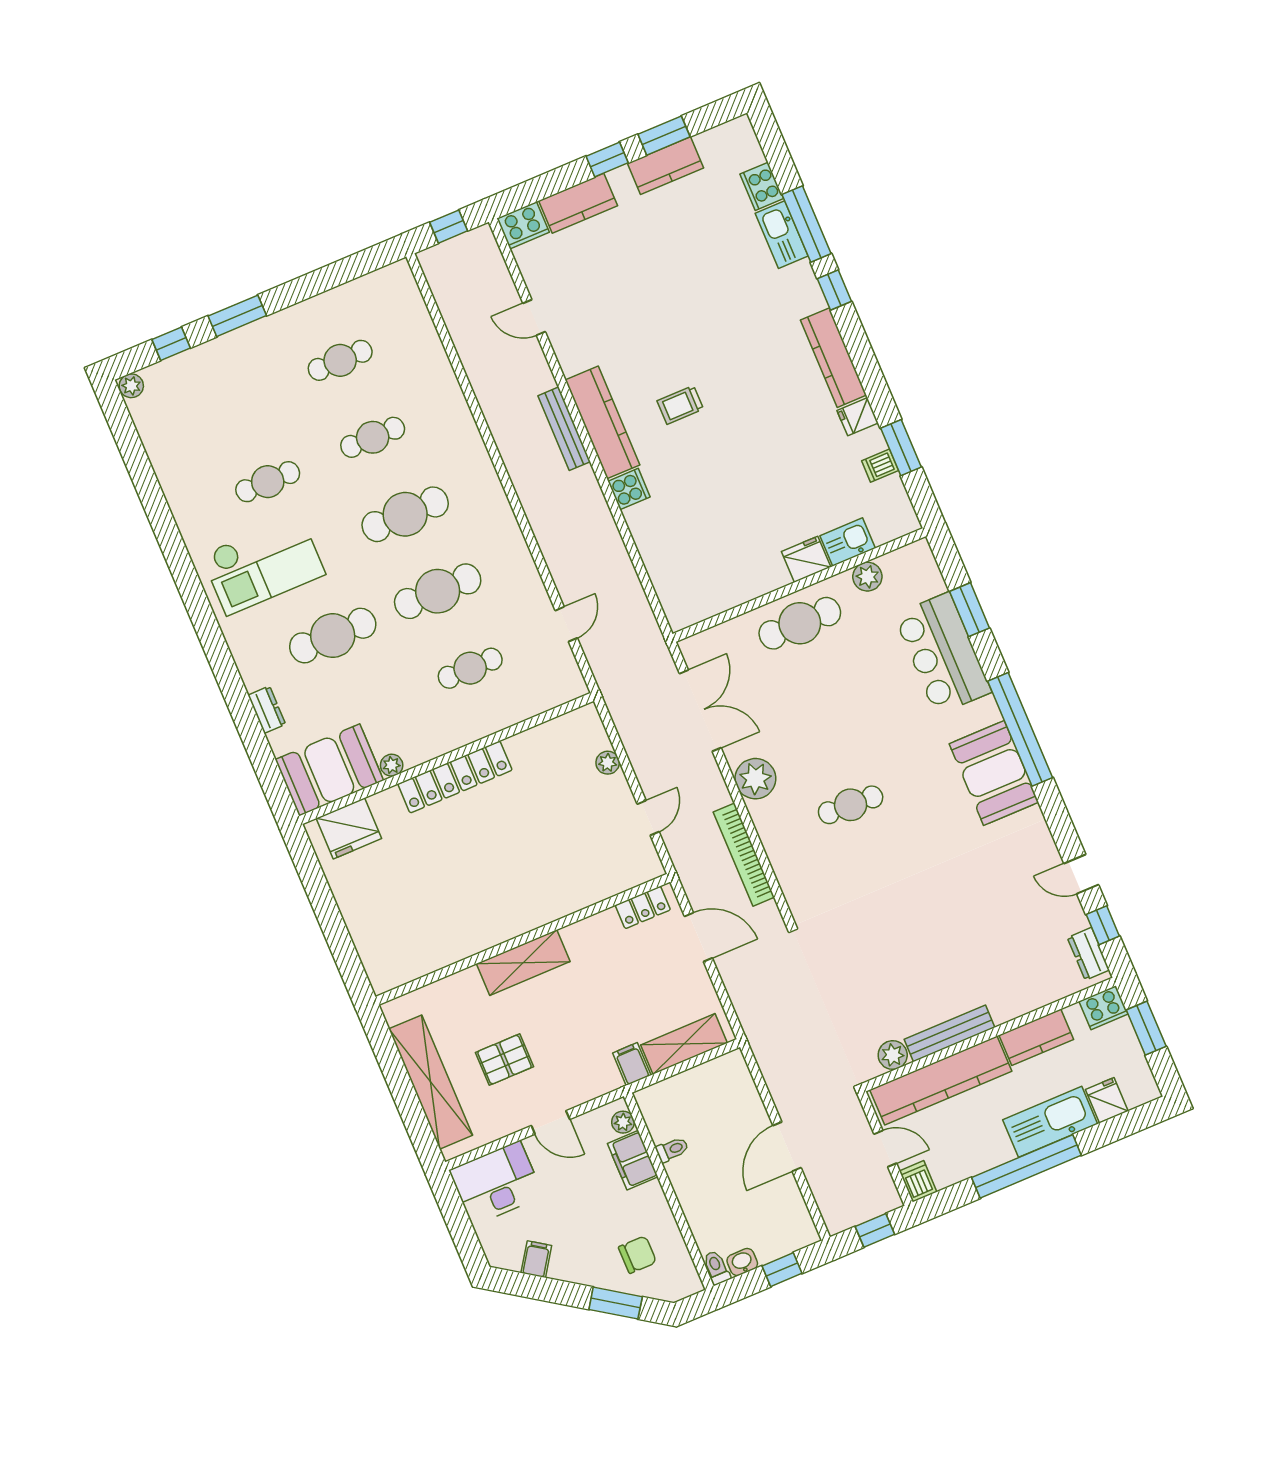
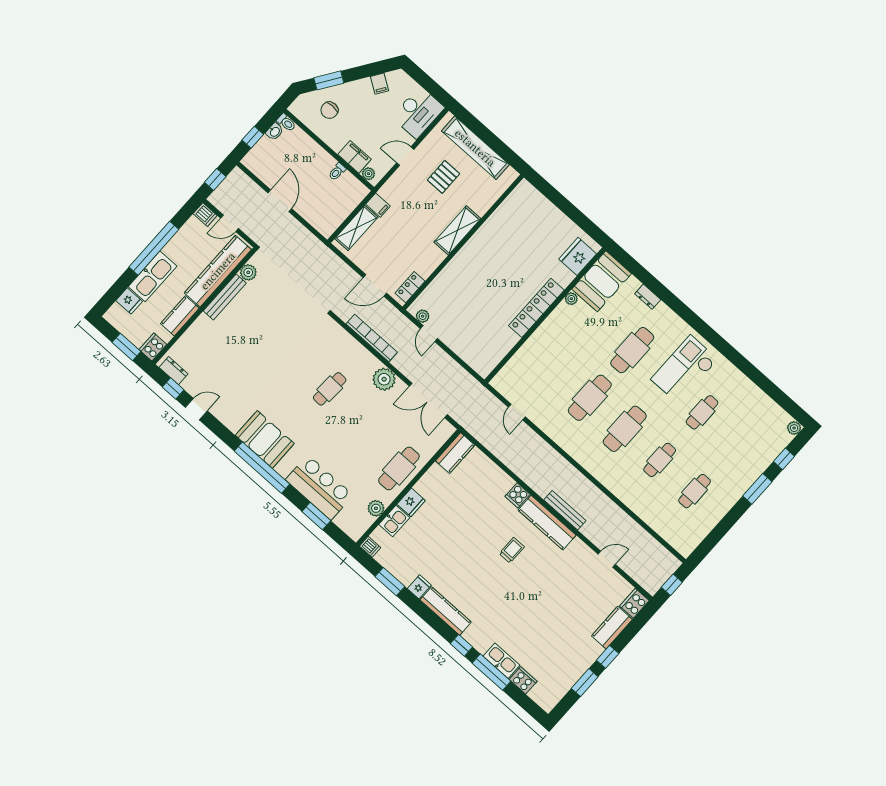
kitchen counter: (666, 166) -> (455, 453), moved, turned 180
dishwasher: (880, 466) -> (370, 547), moved, turned 90
cafe table: (470, 668) -> (555, 367), removed
plant: (608, 763) -> (423, 316), moved

